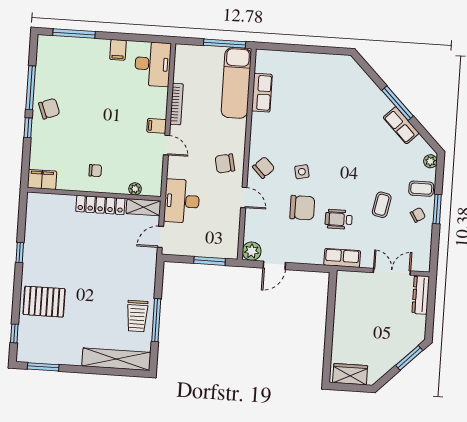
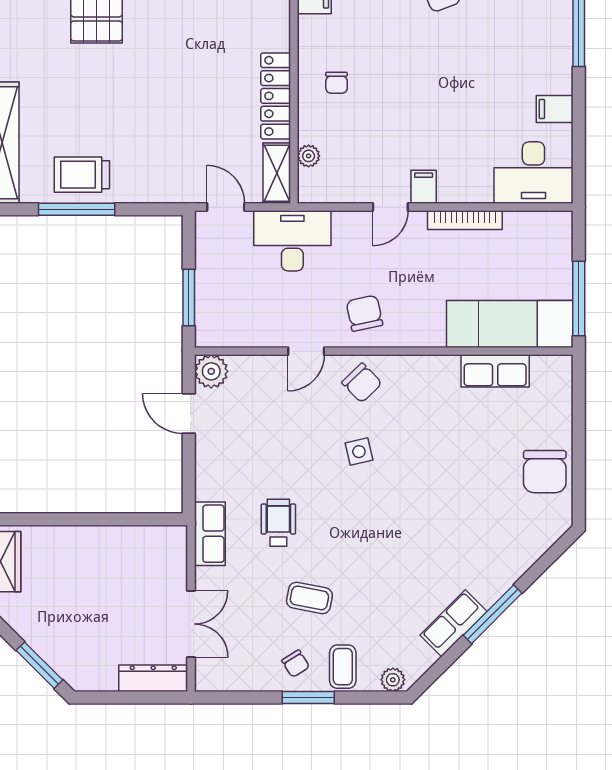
chair: (302, 208) -> (545, 472), moved

